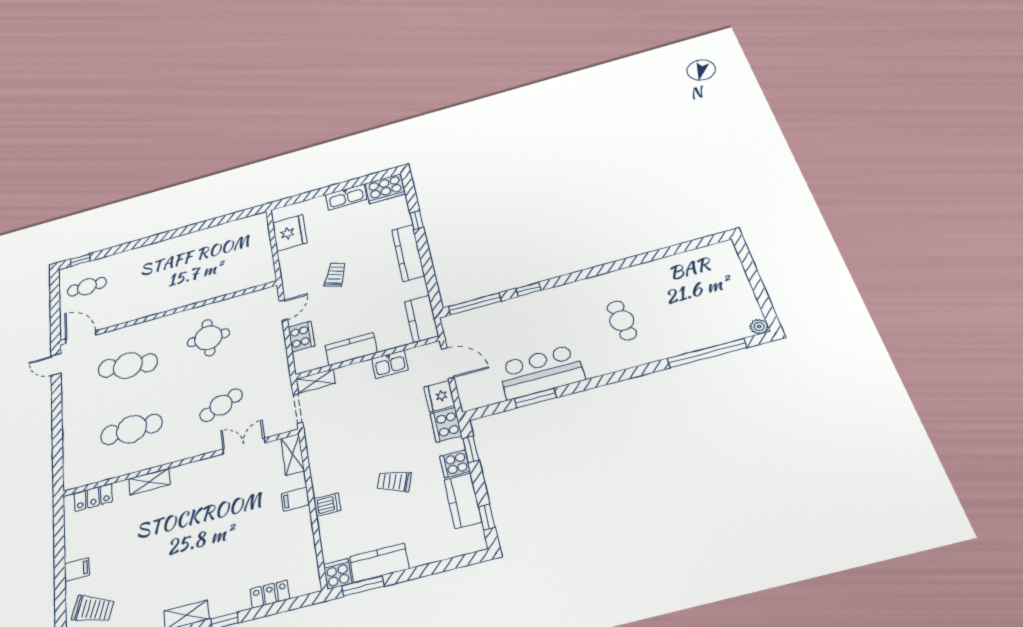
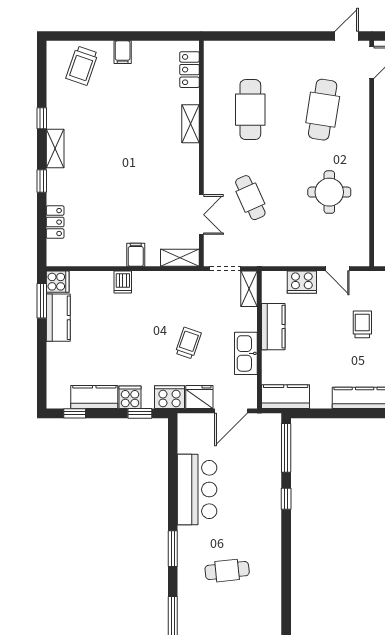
trolley: (335, 275) -> (362, 324), turned -110
kitchen sink: (390, 364) -> (246, 353), width x1.38
window: (535, 398) -> (173, 549), moved
trolley: (394, 481) -> (188, 343), moved

